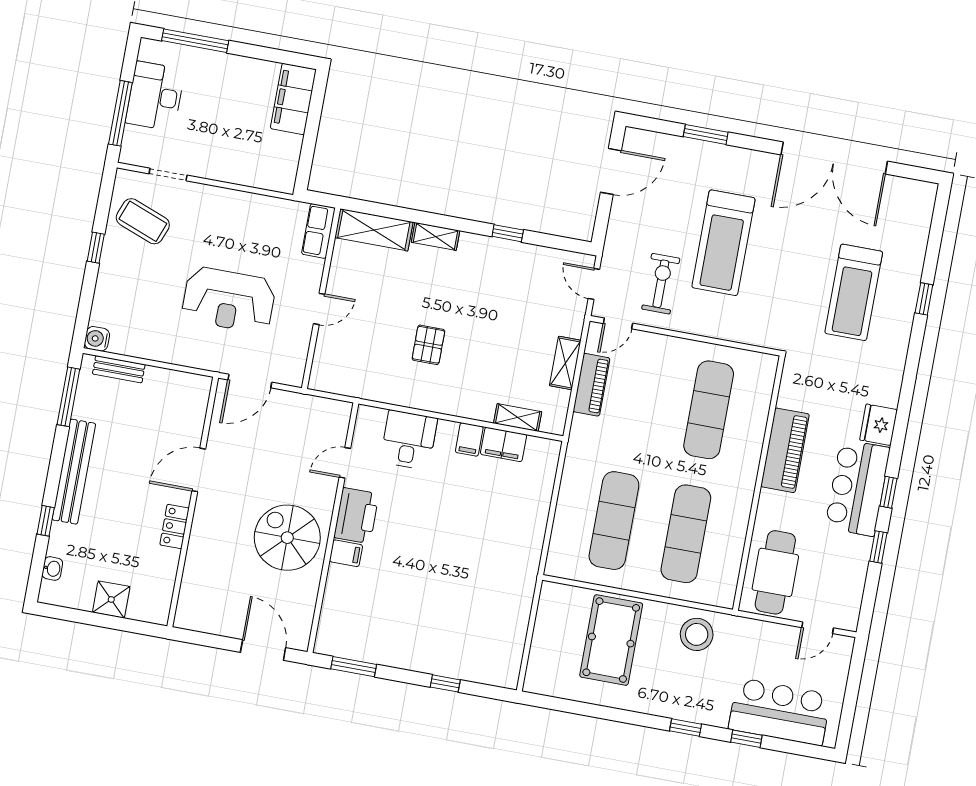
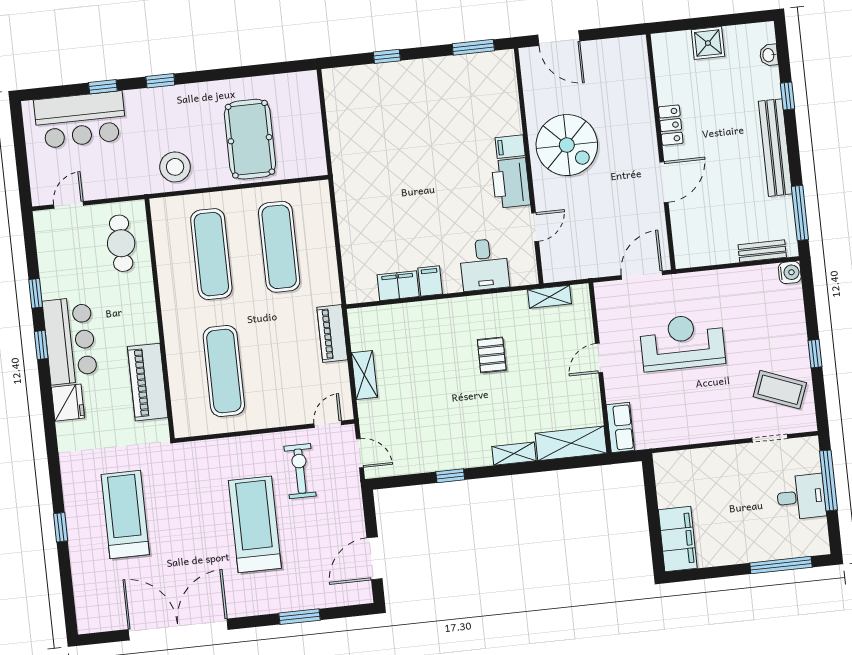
desk: (155, 96) -> (801, 497), width x0.73
exercise bike: (661, 284) -> (300, 471), turned 180
piano: (591, 385) -> (332, 334), moved
shelving: (518, 417) -> (549, 297), moved
piano: (785, 450) -> (148, 382), moved
cafe table: (775, 572) -> (121, 243), width x0.73, depth x0.74

